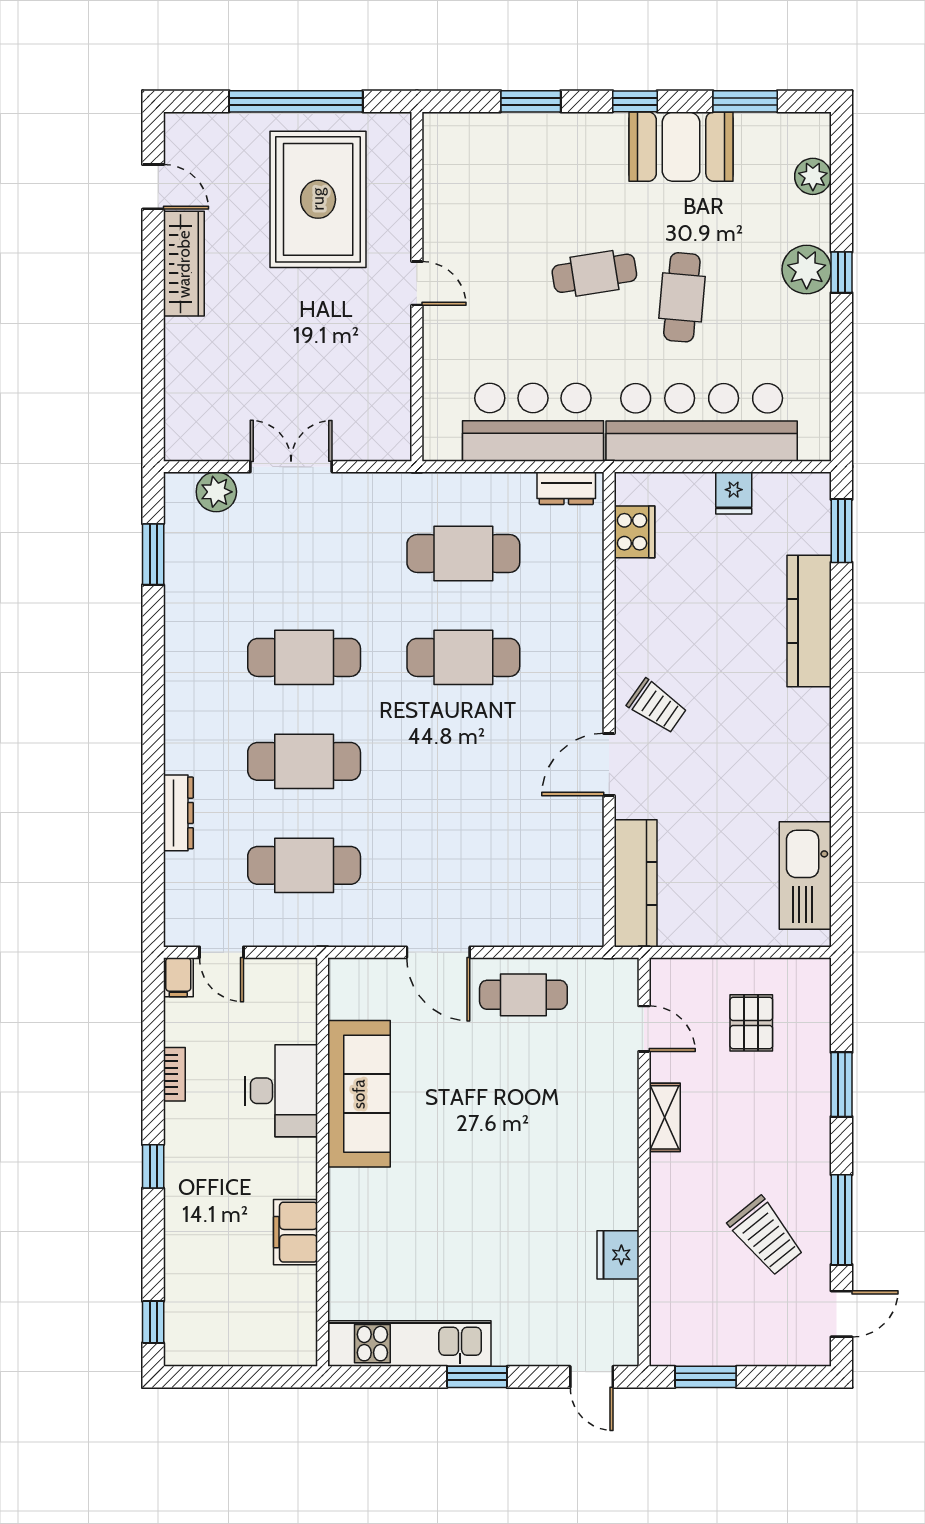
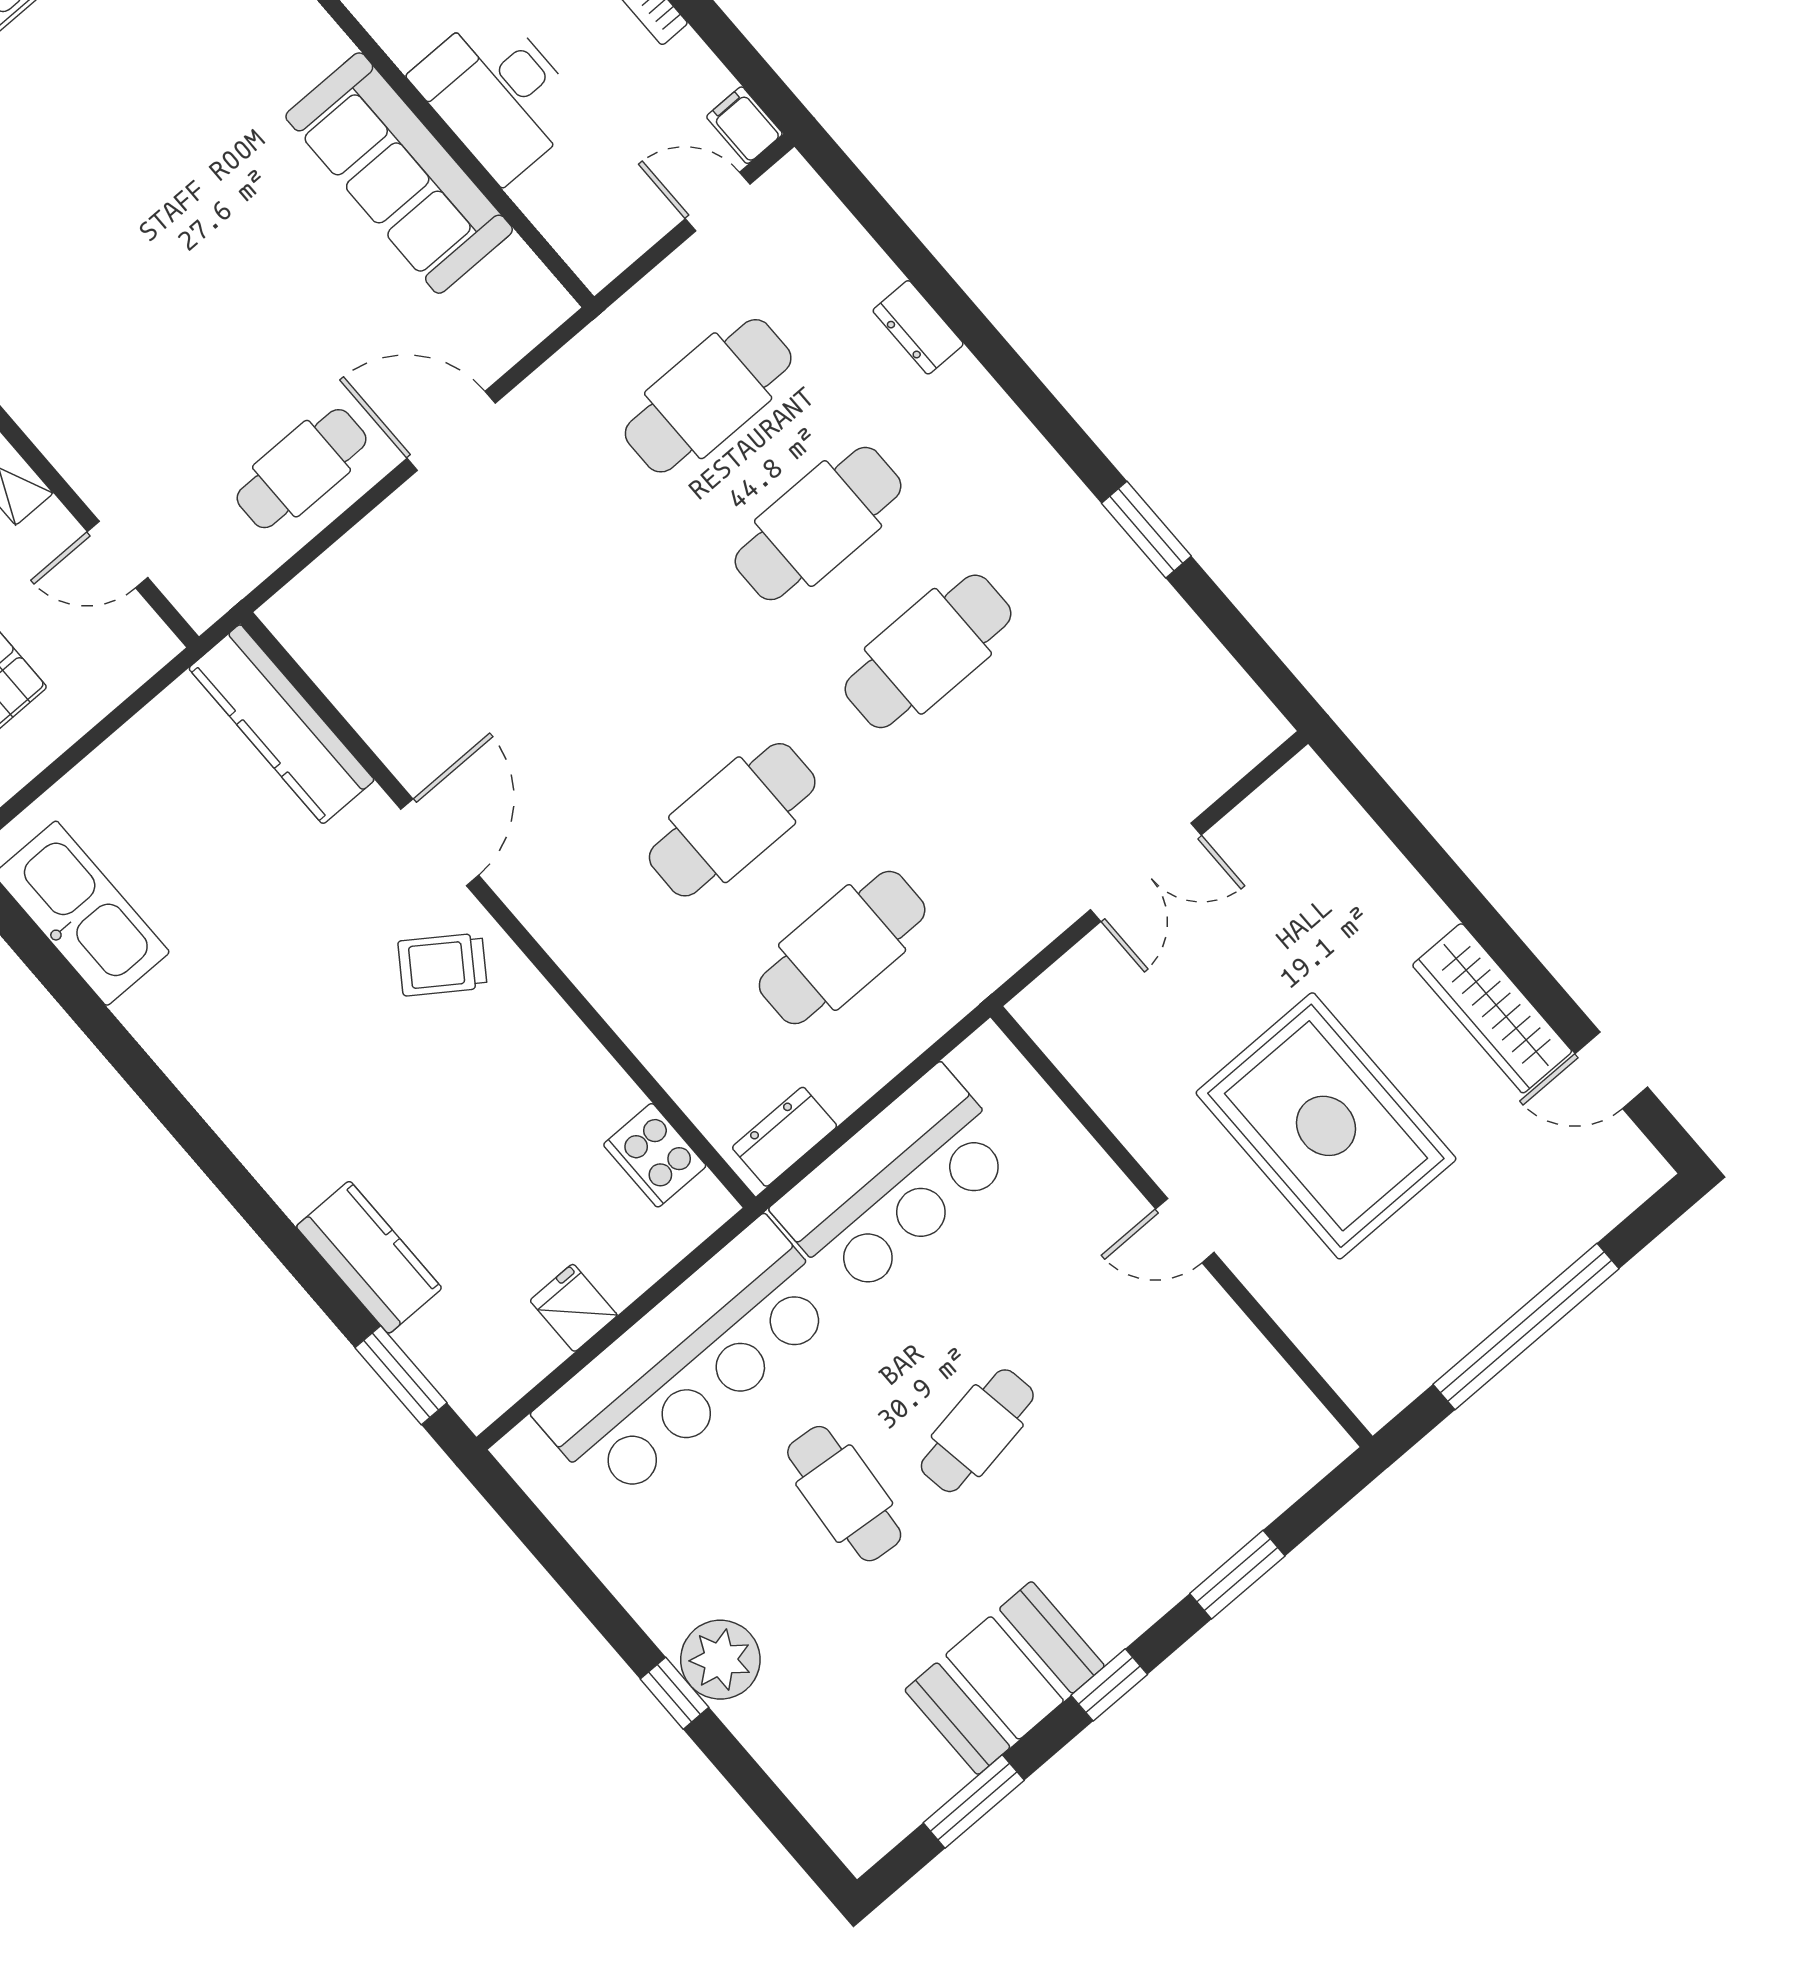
plant: (813, 176) -> (811, 1781), removed
rug: (318, 199) -> (1326, 1126), moved
plant: (216, 492) -> (1211, 762), removed
window: (153, 554) -> (1146, 530), moved
kitchen counter: (809, 621) -> (369, 1257), width x0.67
dresser: (178, 813) -> (918, 327), width x0.70

